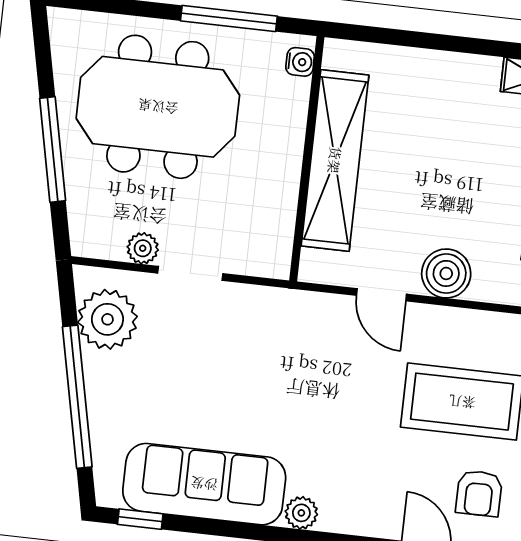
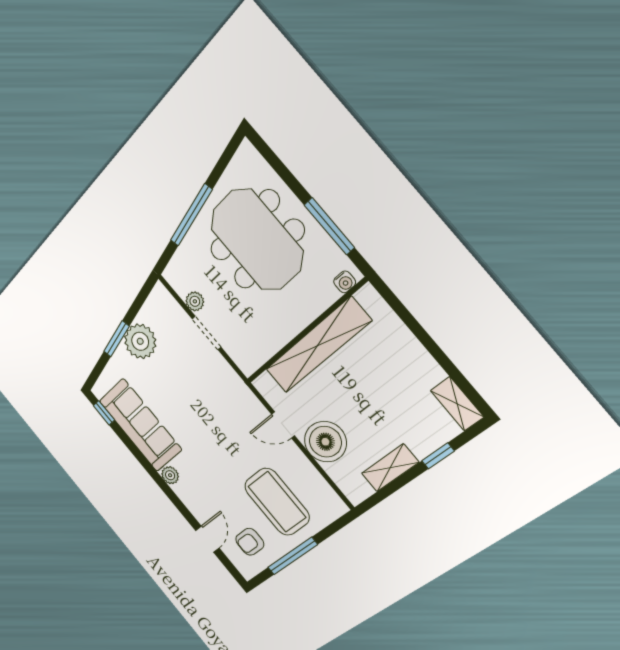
boiler: (446, 273) -> (325, 442), width x1.37, depth x1.37
door: (381, 295) -> (283, 425), hinge flipped
plant: (107, 319) -> (140, 341), moved
window: (77, 397) -> (116, 339), width x0.47

